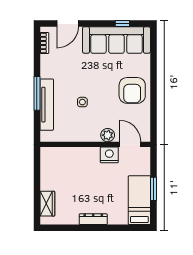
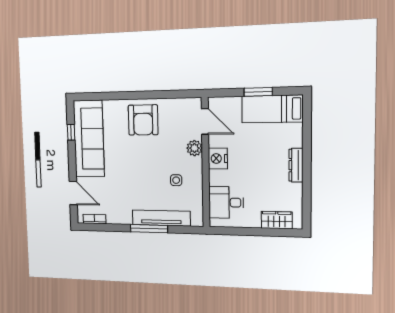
armchair: (132, 90) -> (143, 120), turned 90
side table: (82, 102) -> (176, 180), moved
door: (130, 144) -> (205, 121), swing flipped
nightstand: (109, 155) -> (218, 158), moved
desk: (61, 162) -> (226, 202), added

